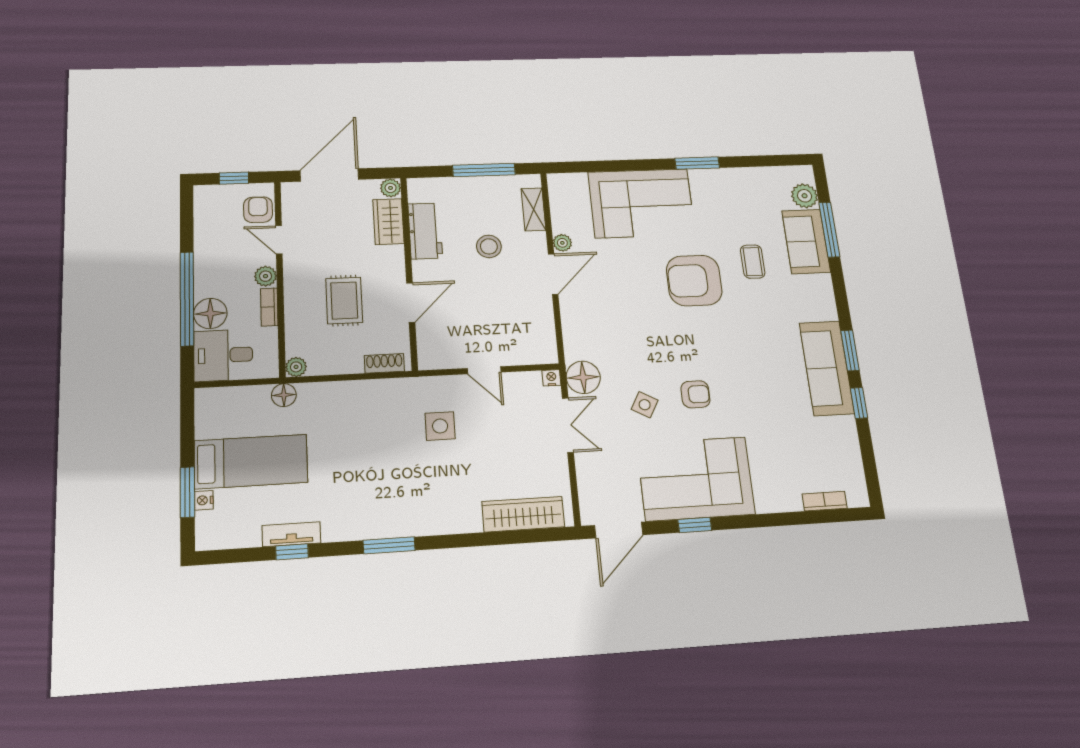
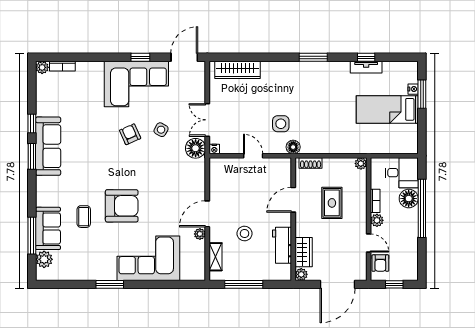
armchair: (695, 394) -> (130, 134), turned 66
floor lamp: (284, 395) -> (293, 147), moved
plant: (858, 497) -> (42, 67), added

